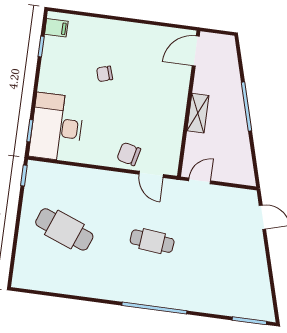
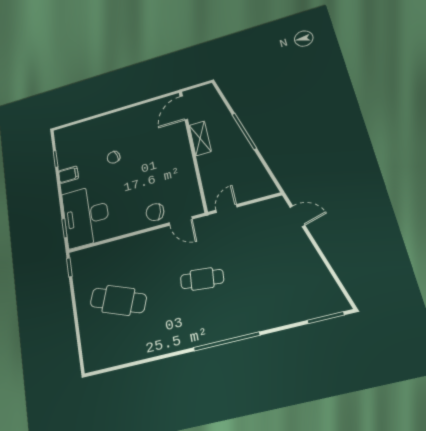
filing cabinet: (56, 28) -> (69, 175), moved
shelving: (198, 113) -> (200, 138), moved

